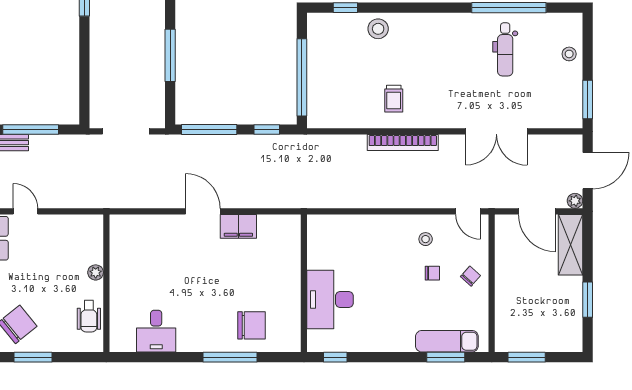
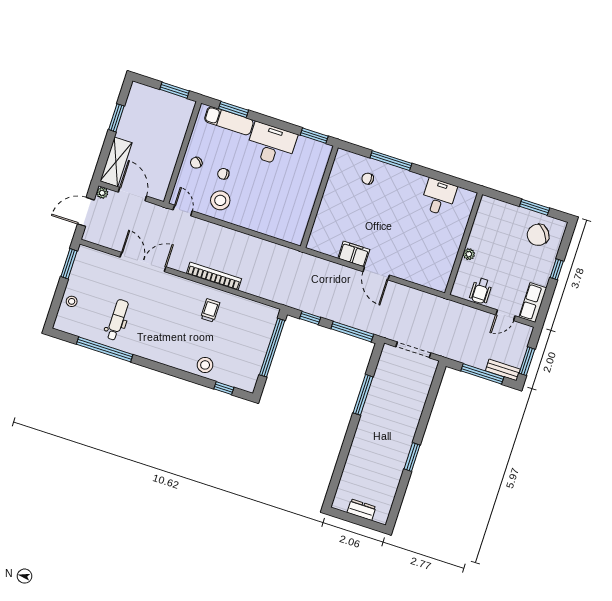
door: (26, 211) -> (505, 315), hinge flipped
stool: (426, 239) -> (220, 200), width x1.89, depth x1.89
desk: (330, 299) -> (271, 144), moved, turned -90
wheelchair: (89, 316) -> (481, 291), moved, turned 180
chair: (252, 325) -> (368, 179), width x0.54, depth x0.54
window: (335, 357) -> (314, 136), width x1.50

